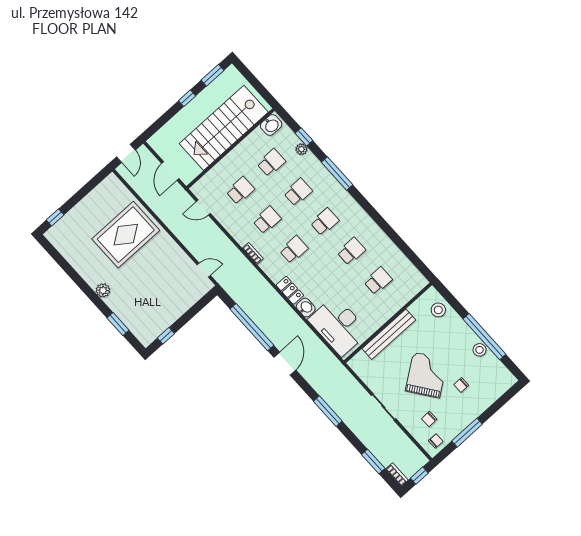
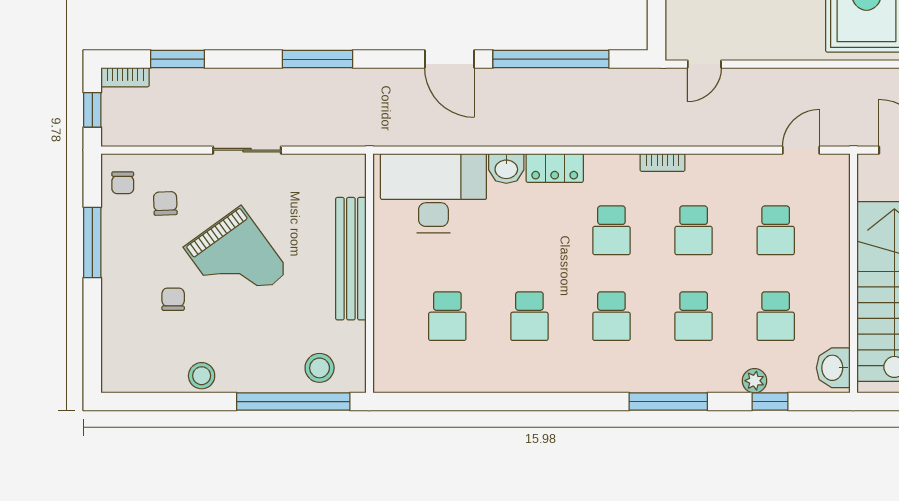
window: (484, 337) -> (293, 402), moved

